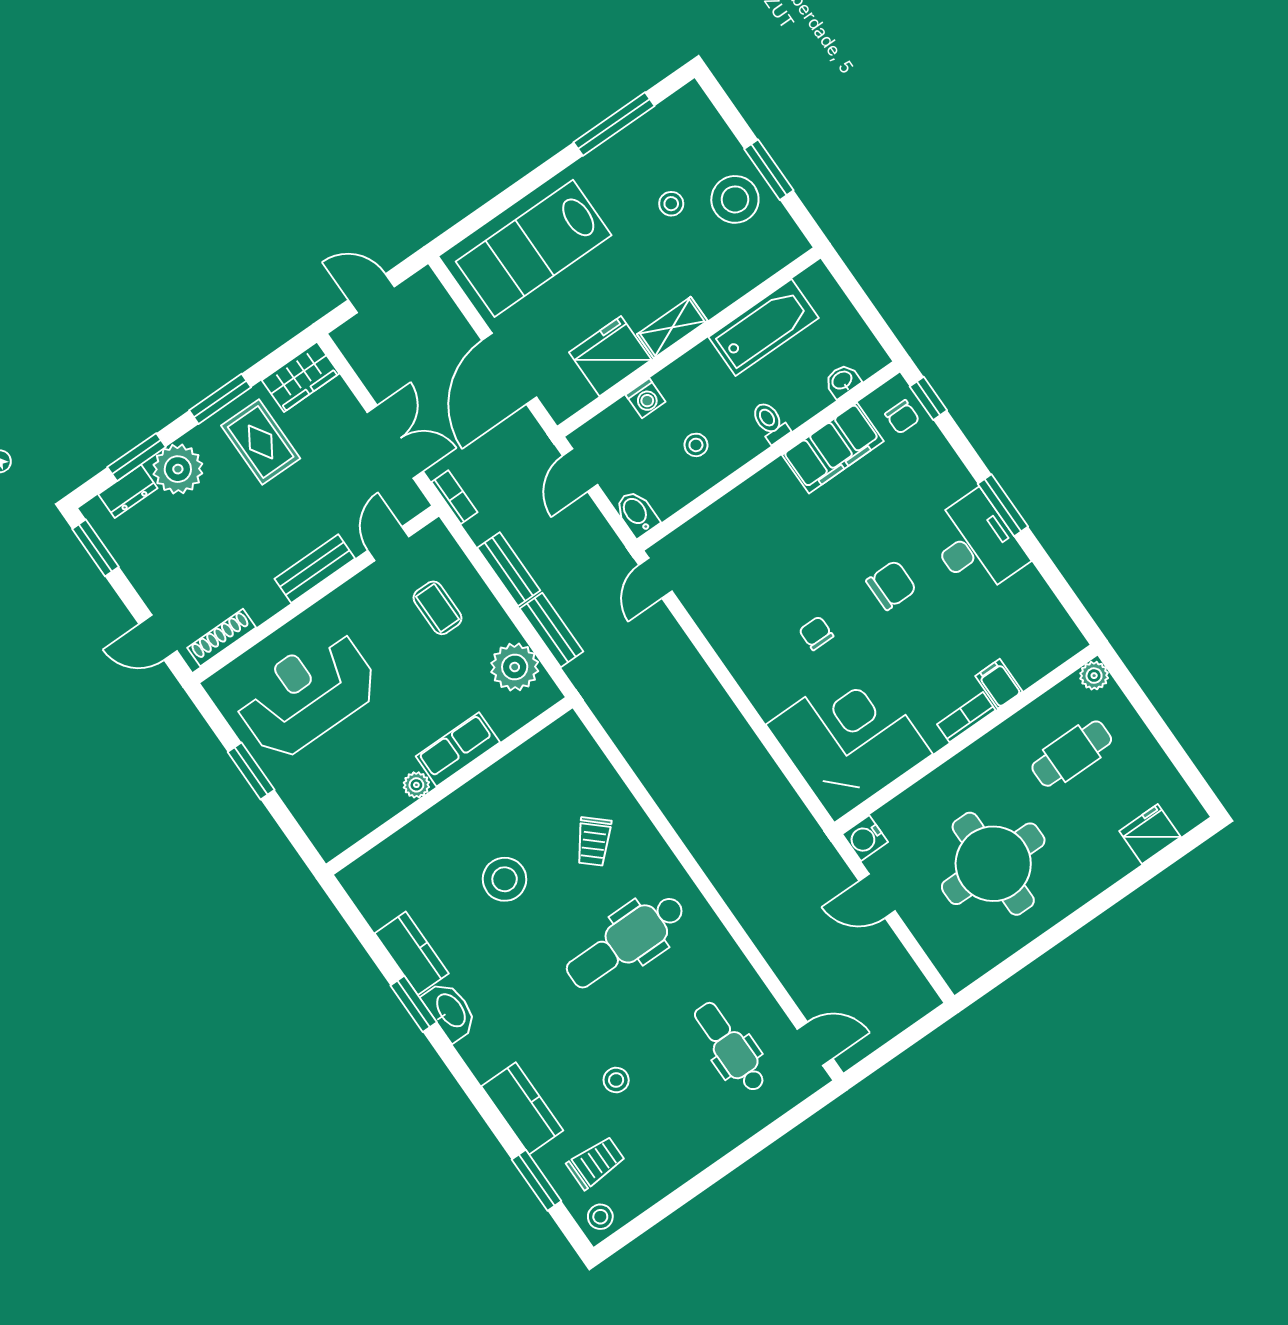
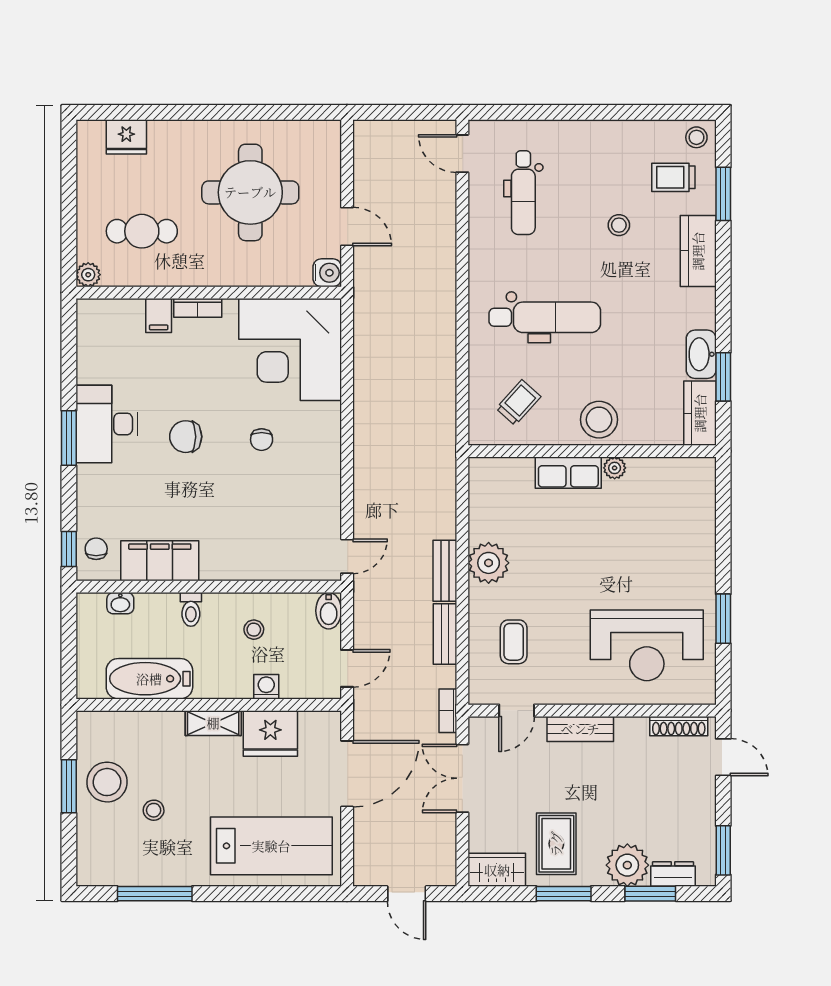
row of seats: (458, 749) -> (568, 473), moved
plant: (416, 785) -> (615, 468), moved
wall: (449, 786) -> (592, 451), moved

